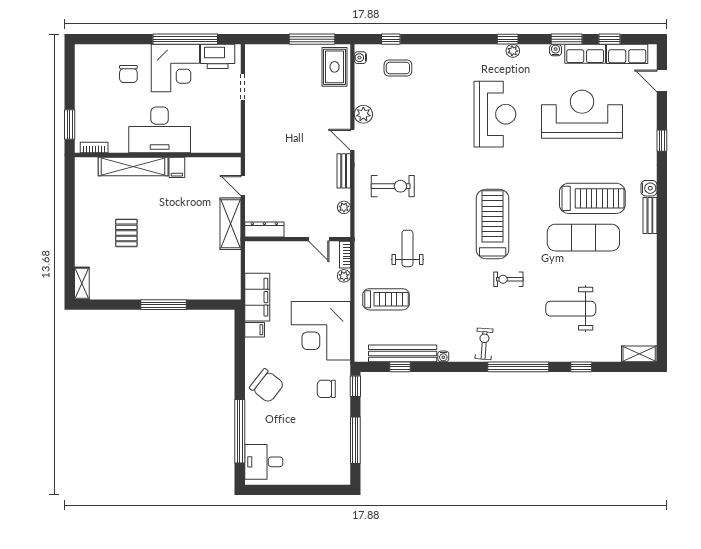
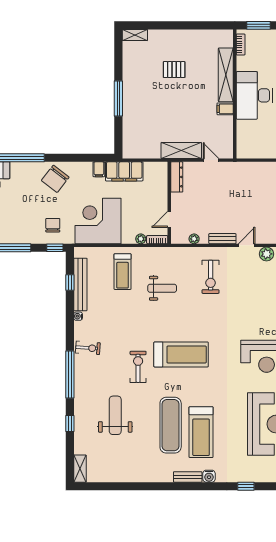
door: (243, 186) -> (211, 160), hinge flipped
exercise bike: (508, 279) -> (138, 367), width x1.38, depth x1.39

